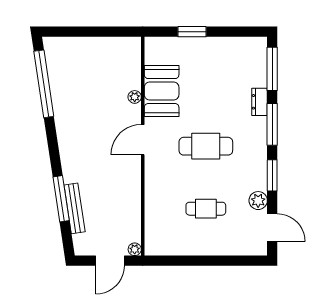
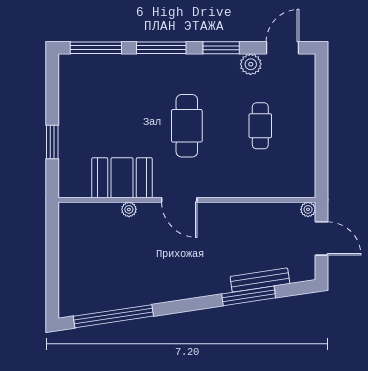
dresser: (259, 102) -> (135, 63), removed

